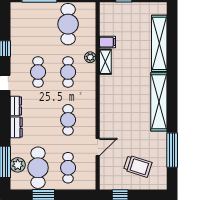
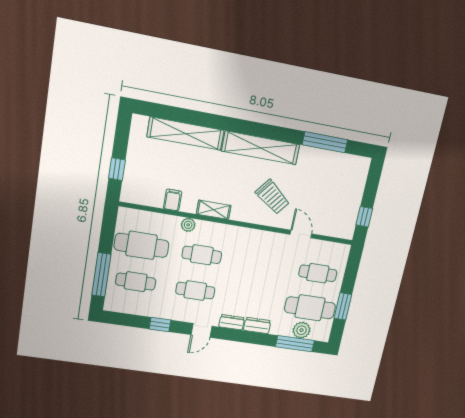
shelving: (105, 62) -> (214, 210), moved
cafe table: (68, 120) -> (136, 282), moved
trolley: (138, 166) -> (273, 197), moved, turned 110

